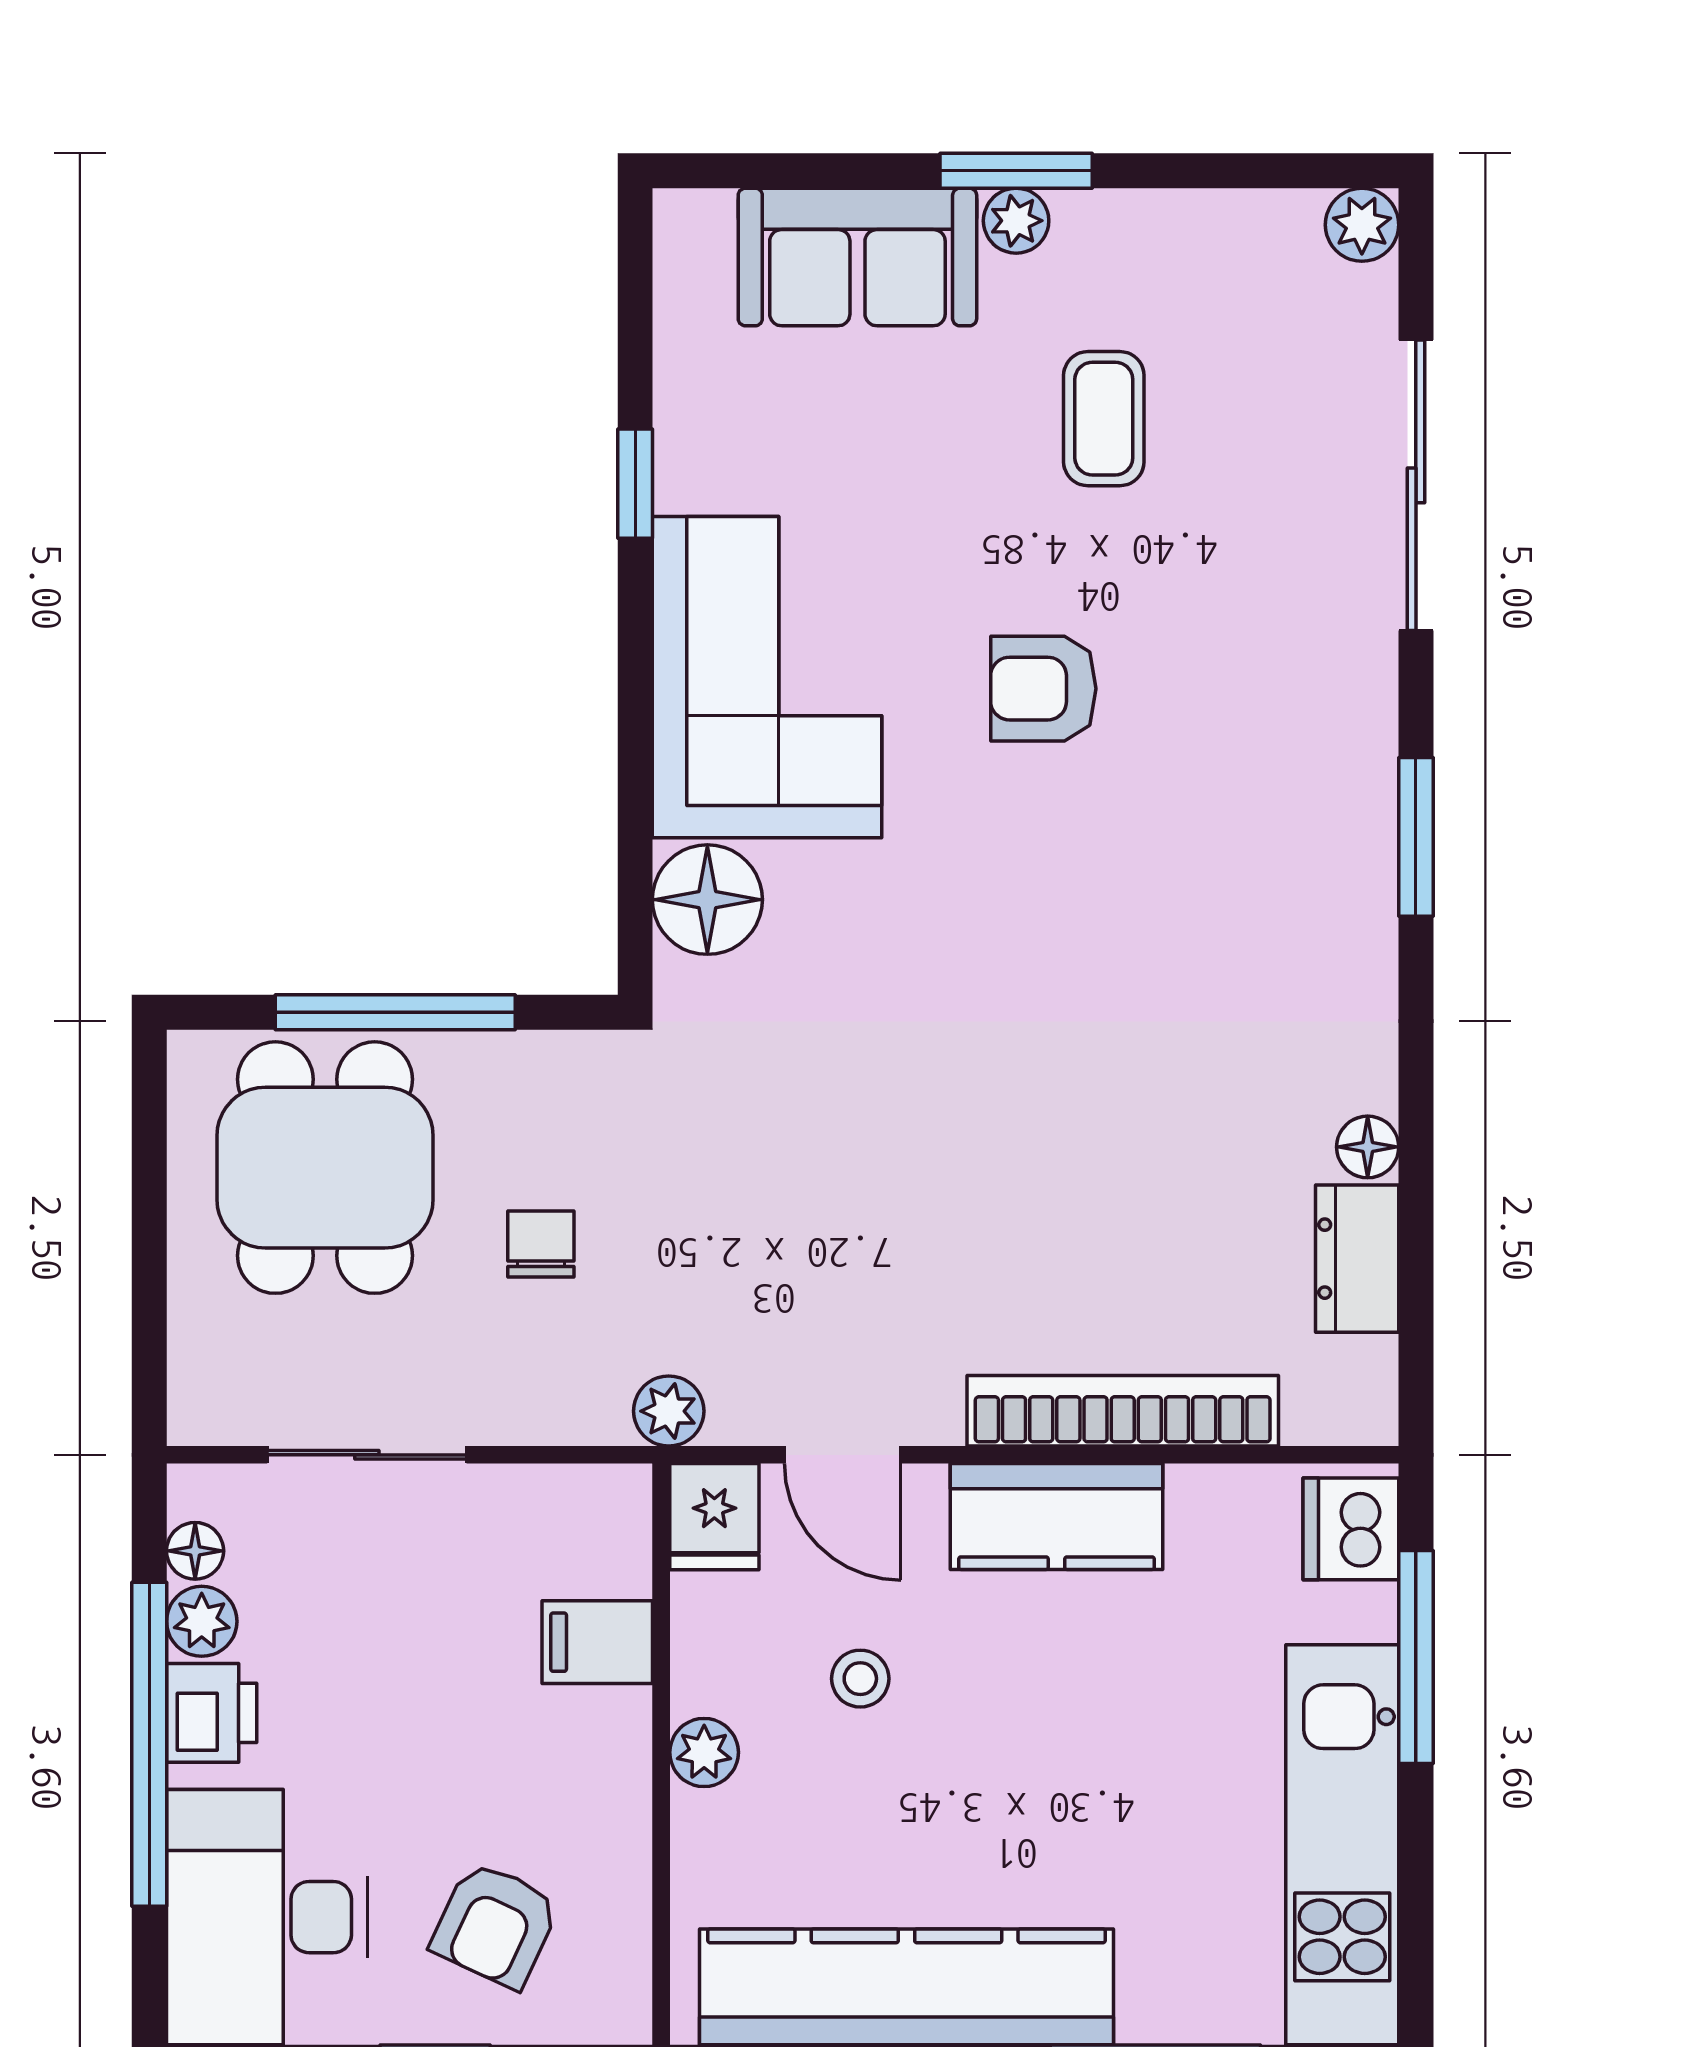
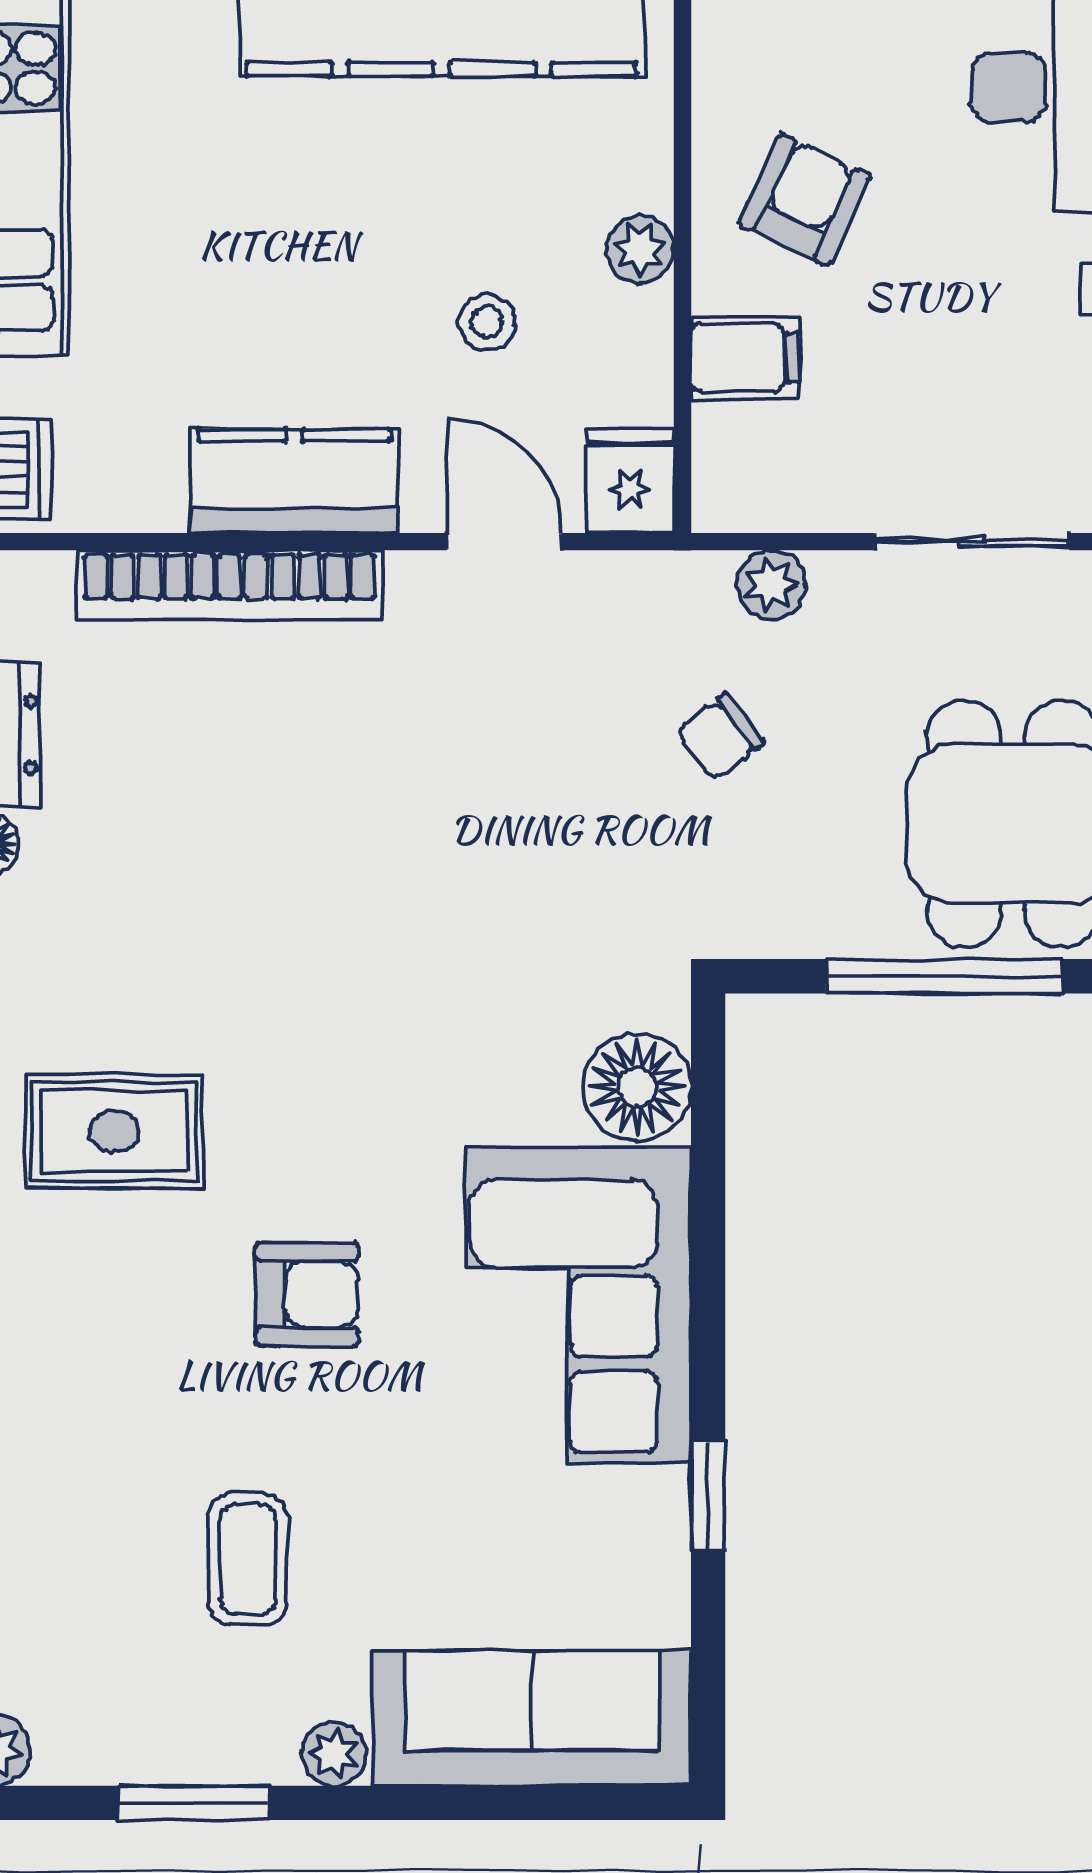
window: (1016, 171) -> (193, 1803), moved
sofa: (857, 257) -> (532, 1718), width x1.36
rug: (1240, 854) -> (114, 1132), added
chair: (541, 1244) -> (720, 737), moved, turned 53
plant: (669, 1411) -> (771, 585), moved
armchair: (495, 1925) -> (805, 199), moved

